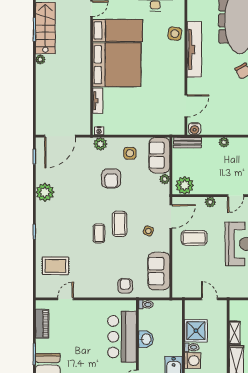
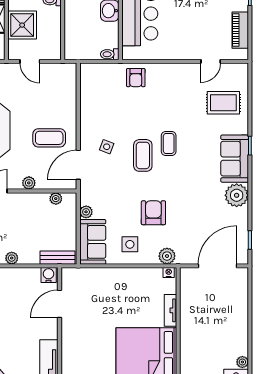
plant: (185, 185) -> (56, 199), width x0.53, depth x0.53
sofa: (159, 271) -> (235, 159), moved, turned 180
shower: (196, 331) -> (22, 25), moved

